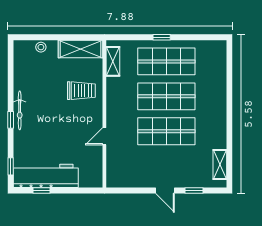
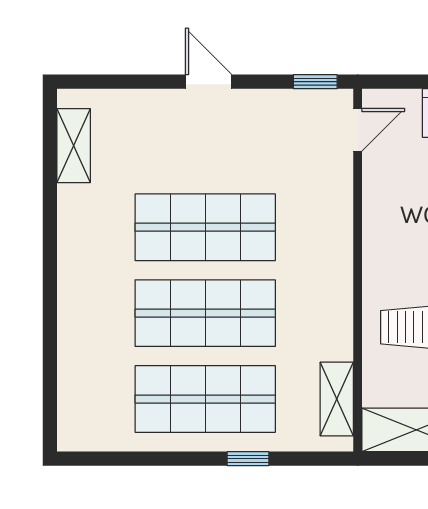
window: (162, 37) -> (248, 459), moved
door: (104, 136) -> (358, 130), moved
window: (194, 190) -> (315, 82), moved

